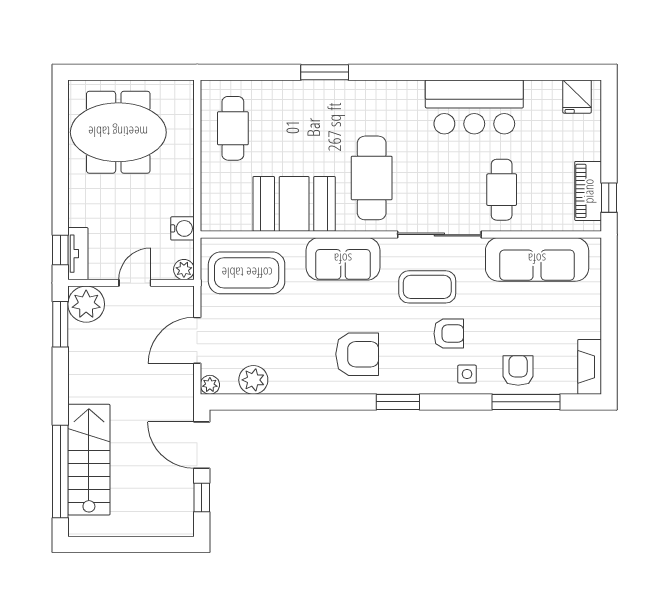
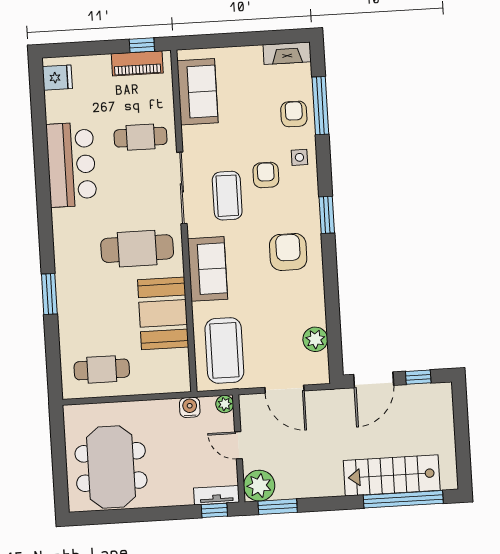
sofa: (537, 259) -> (198, 92), width x0.73
armchair: (518, 370) -> (294, 114), turned 90
plant: (210, 385) -> (322, 376), removed

